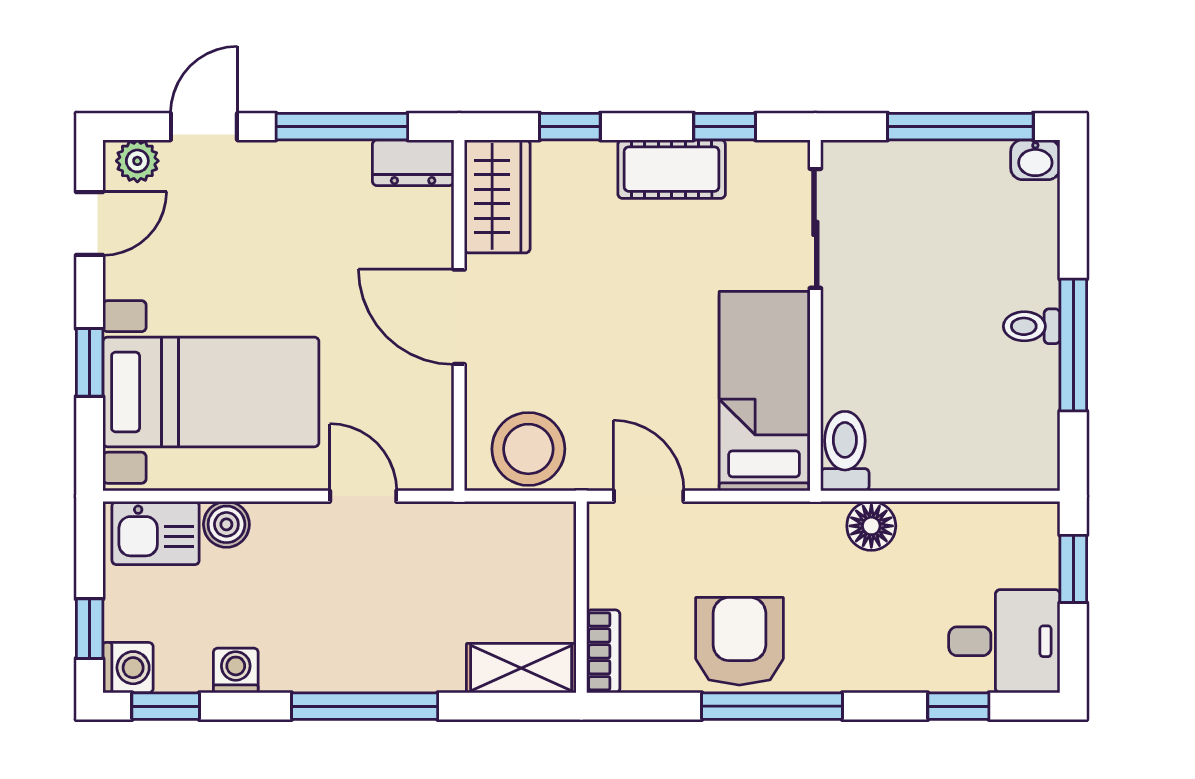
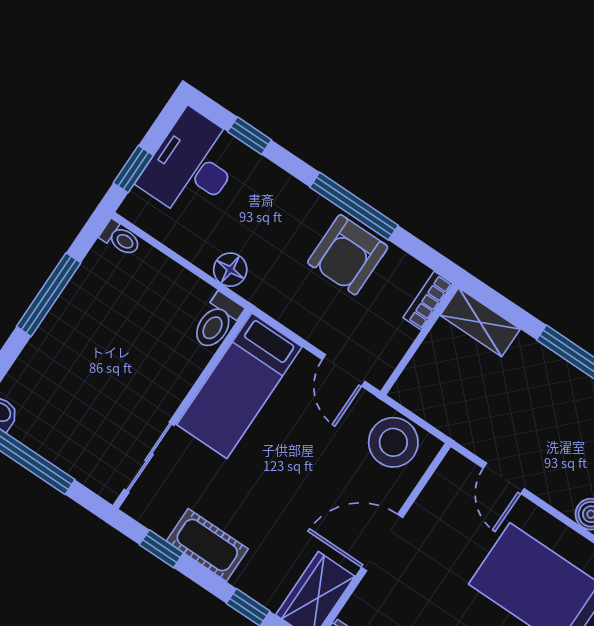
door: (459, 317) -> (382, 543), swing flipped
toilet: (1032, 326) -> (120, 238), moved
desk: (1004, 641) -> (192, 165), width x1.37

